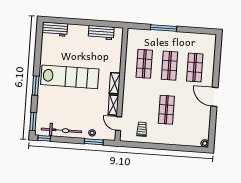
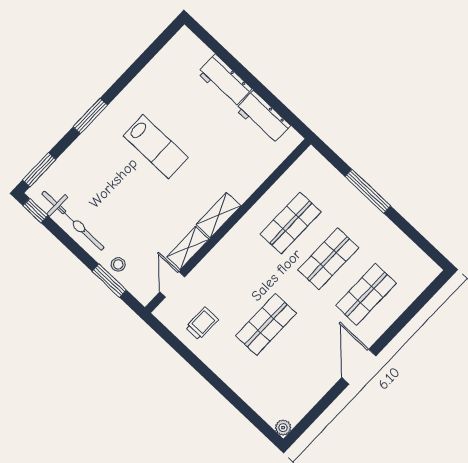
workbench: (55, 29) -> (225, 81), moved
lab bench: (70, 77) -> (156, 147), width x0.54, depth x0.72

